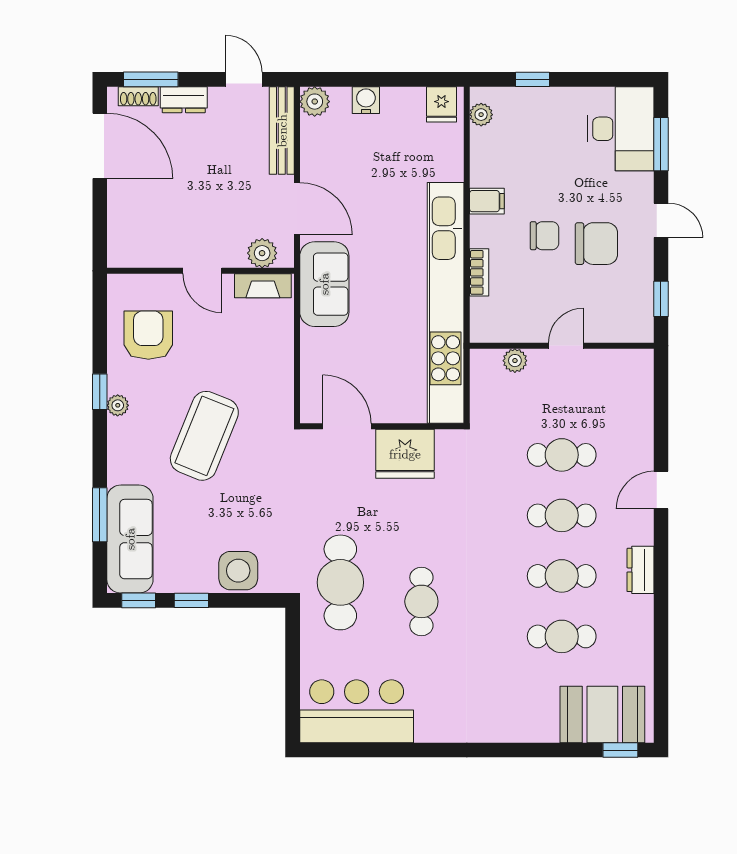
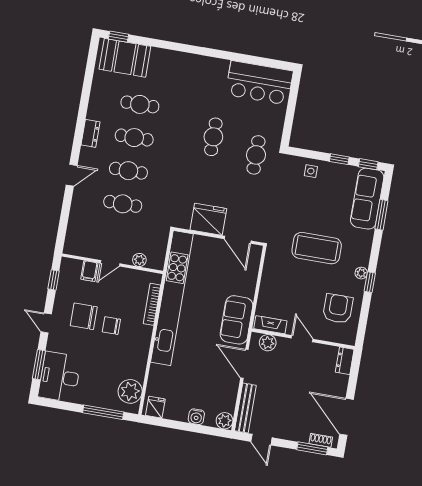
window: (532, 79) -> (103, 412), width x2.17
dresser: (184, 100) -> (345, 361), moved, turned -90
plant: (481, 115) -> (130, 391), width x1.87, depth x1.87
filing cabinet: (487, 201) -> (89, 271), moved, turned -90
bookcase: (479, 272) -> (152, 304), width x1.56
armchair: (148, 335) -> (338, 309), turned 180
coffee table: (204, 436) -> (317, 248), turned 68
side table: (238, 571) -> (311, 171), width x0.54, depth x0.54
cafe table: (340, 582) -> (256, 155), width x0.73, depth x0.74

